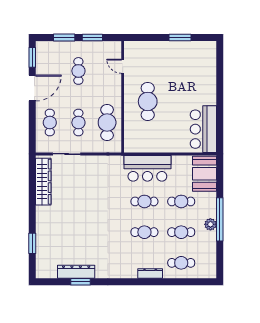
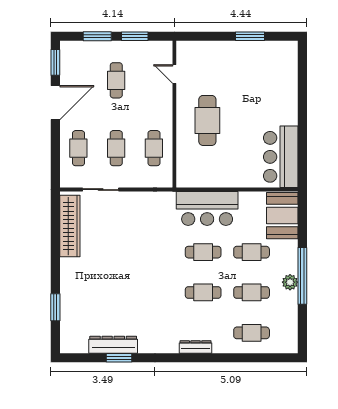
cafe table: (107, 123) -> (154, 148), width x0.73, depth x0.74
dresser: (150, 274) -> (196, 347), moved

